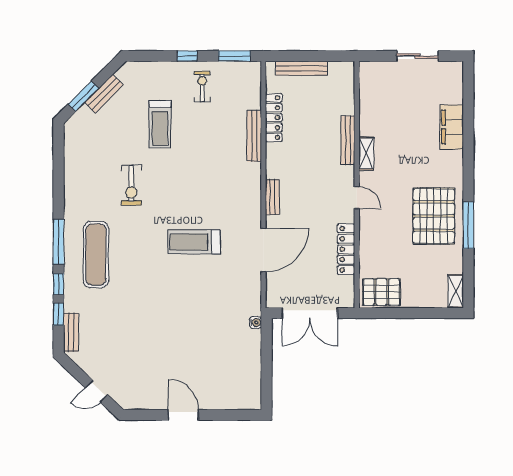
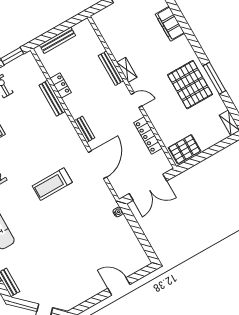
locker: (274, 118) -> (61, 85), width x0.66
door: (183, 415) -> (119, 286), moved

